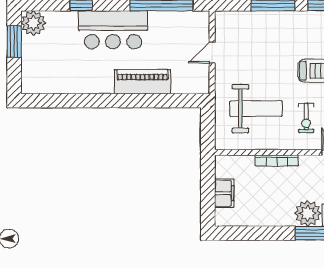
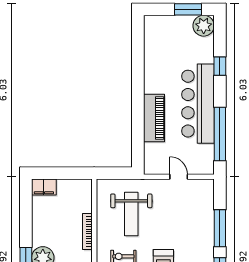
bar counter: (113, 30) -> (198, 104), width x1.36
filing cabinet: (224, 193) -> (44, 187), moved

